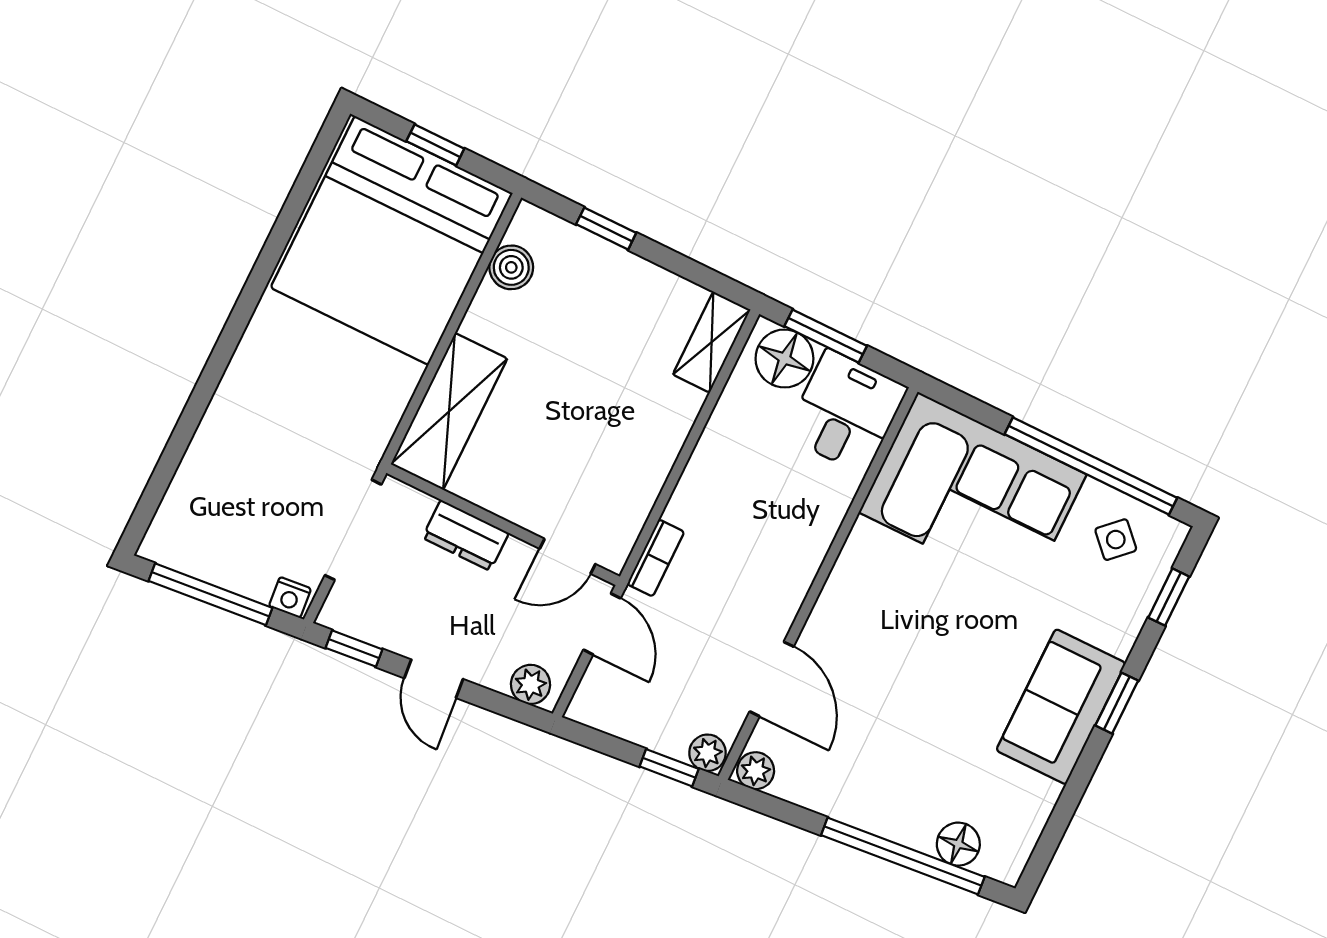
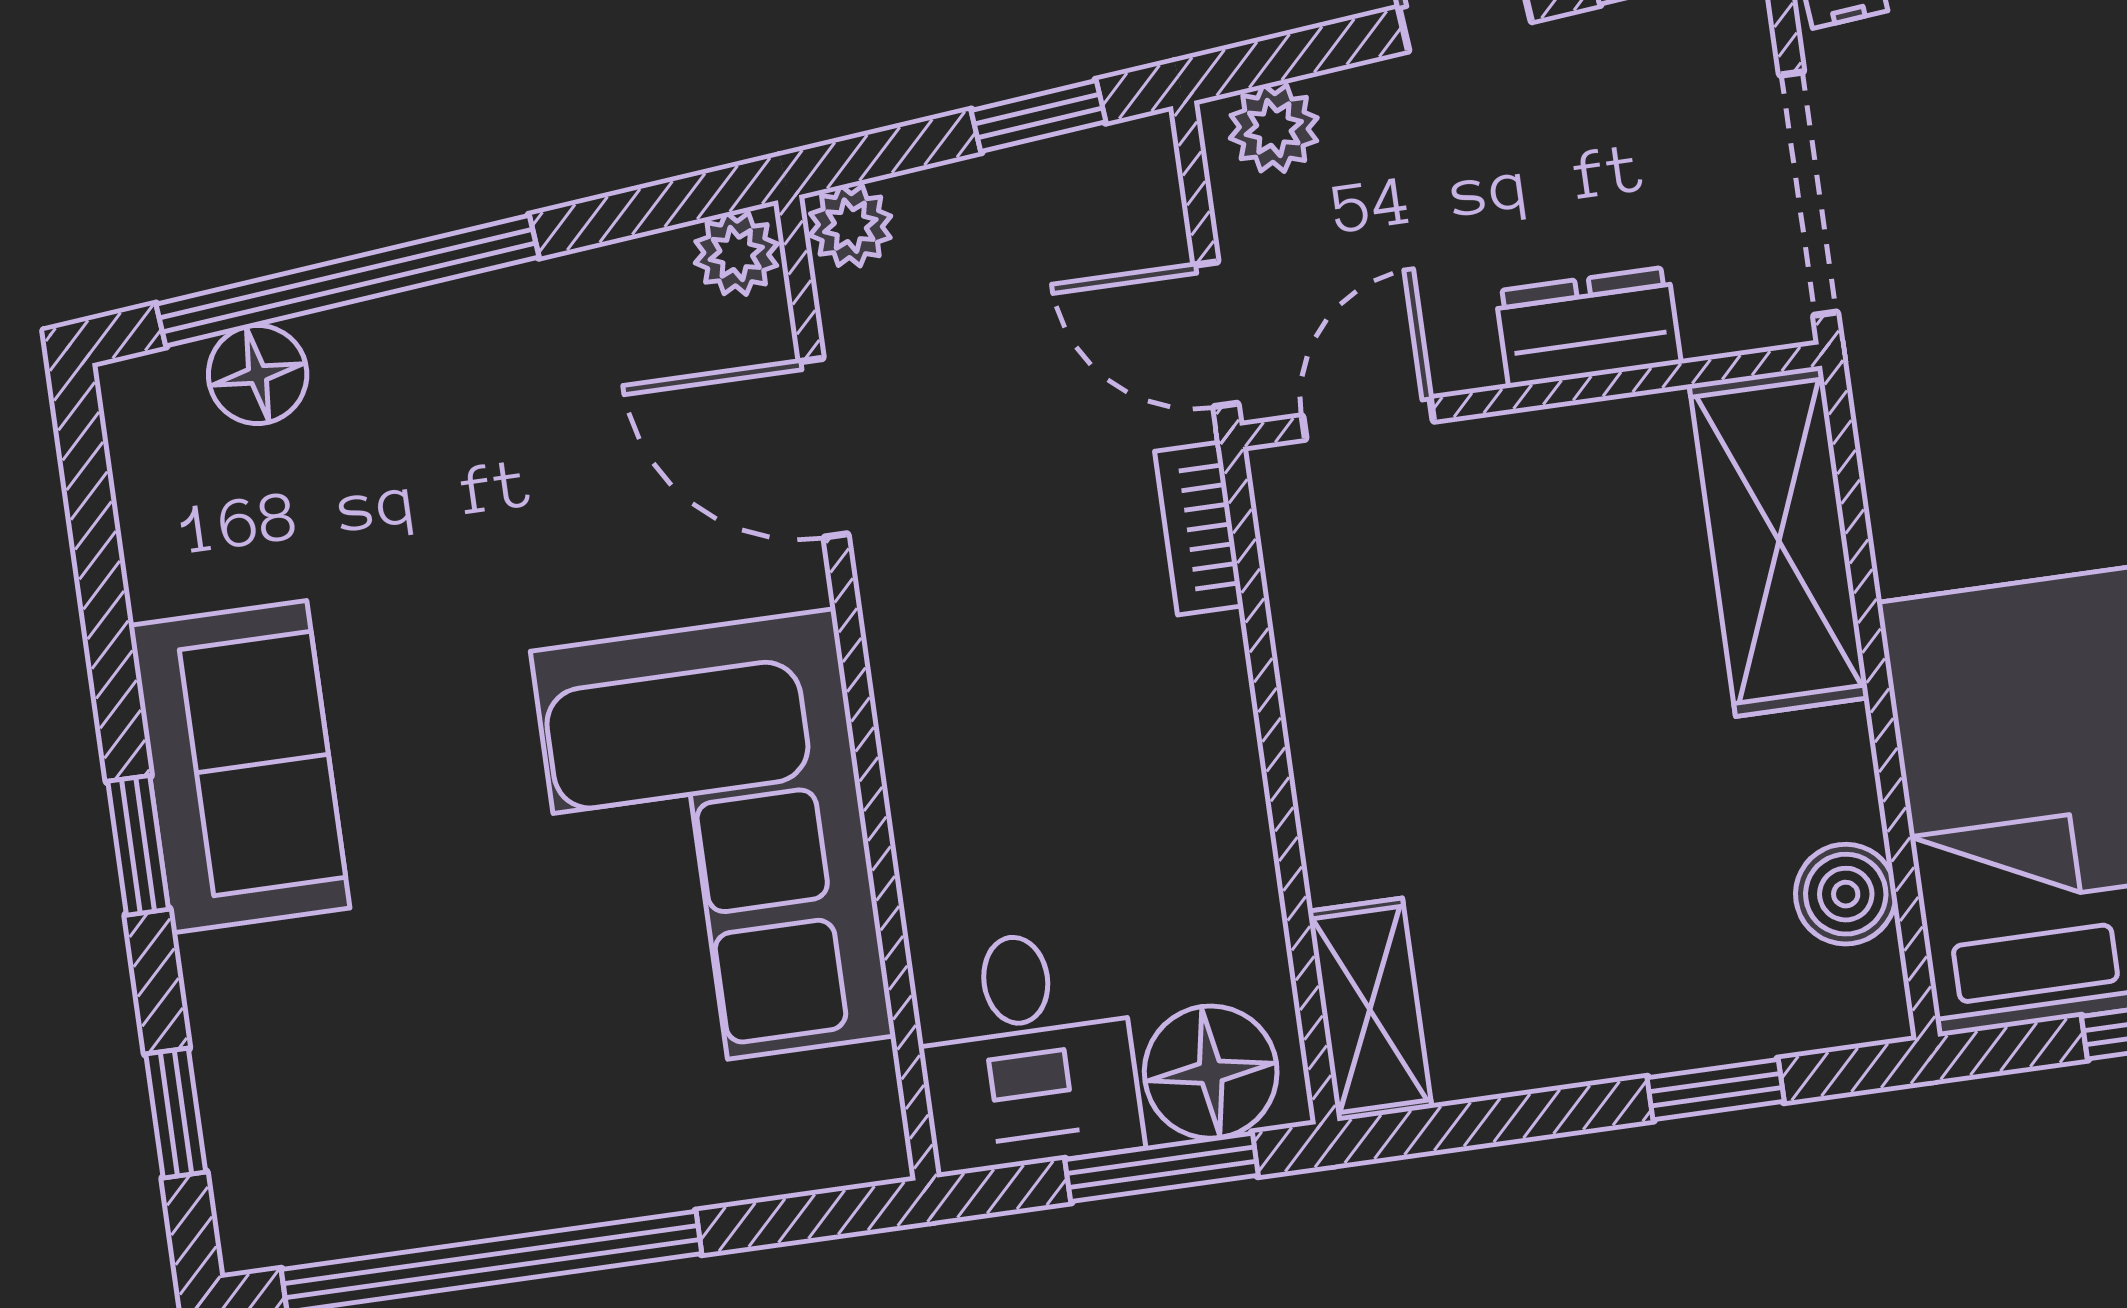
corner sofa: (973, 493) -> (713, 844), moved, turned -90
side table: (1116, 540) -> (350, 1154), removed
window: (669, 768) -> (1039, 116), moved

